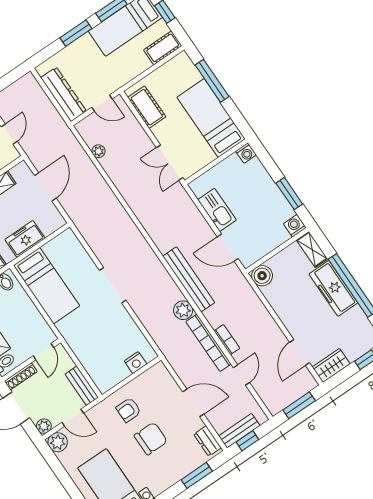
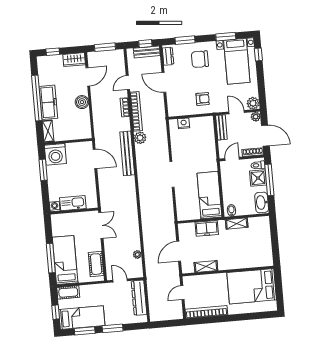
bed: (211, 118) -> (65, 260), moved, turned 180
kitchen sink: (217, 210) -> (73, 203), moved, turned 90
washing machine: (295, 226) -> (55, 154), width x1.89, depth x1.89
boiler: (262, 276) -> (82, 102), moved
chair: (151, 439) -> (200, 59), moved

